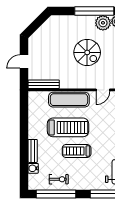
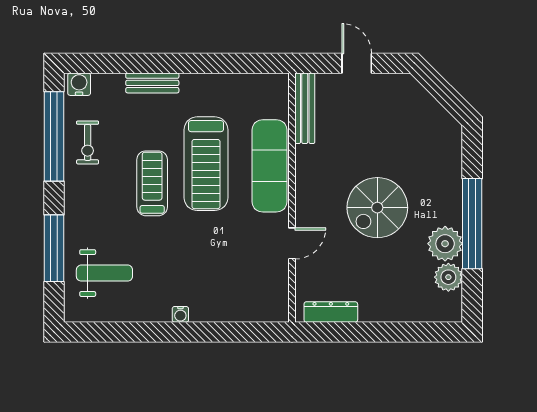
door: (103, 90) -> (292, 243), swing flipped
water cooler: (33, 168) -> (79, 84), moved

